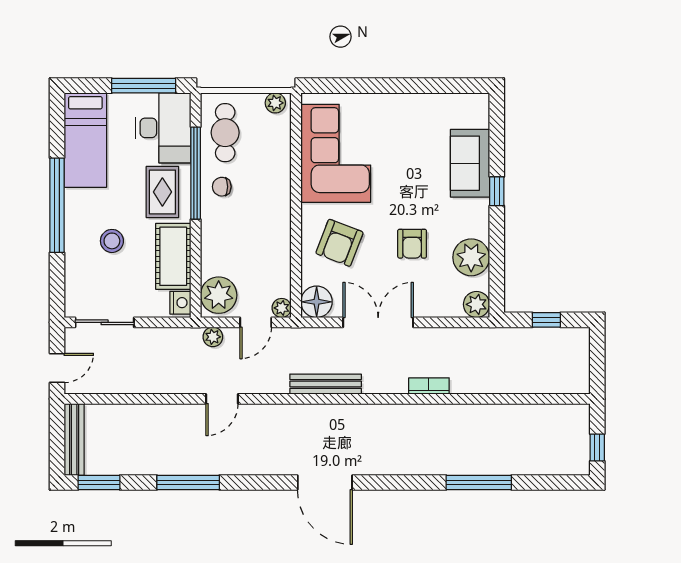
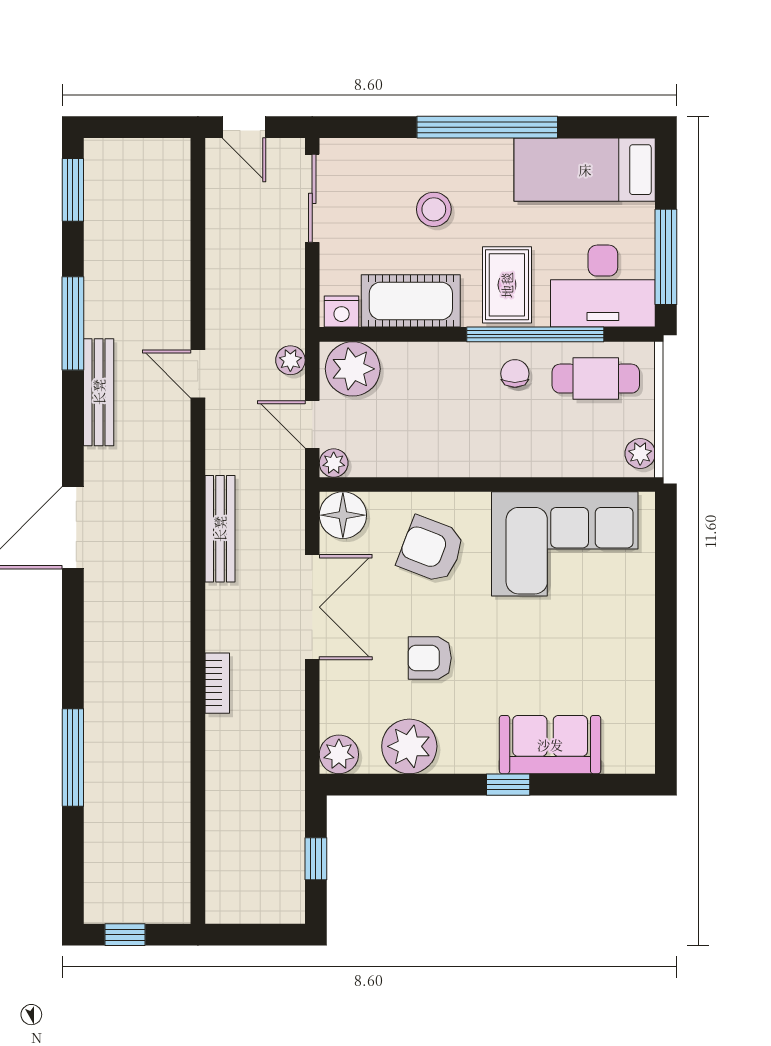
rug: (162, 192) -> (507, 285), turned 90
bench: (74, 439) -> (99, 392), moved, turned 90

